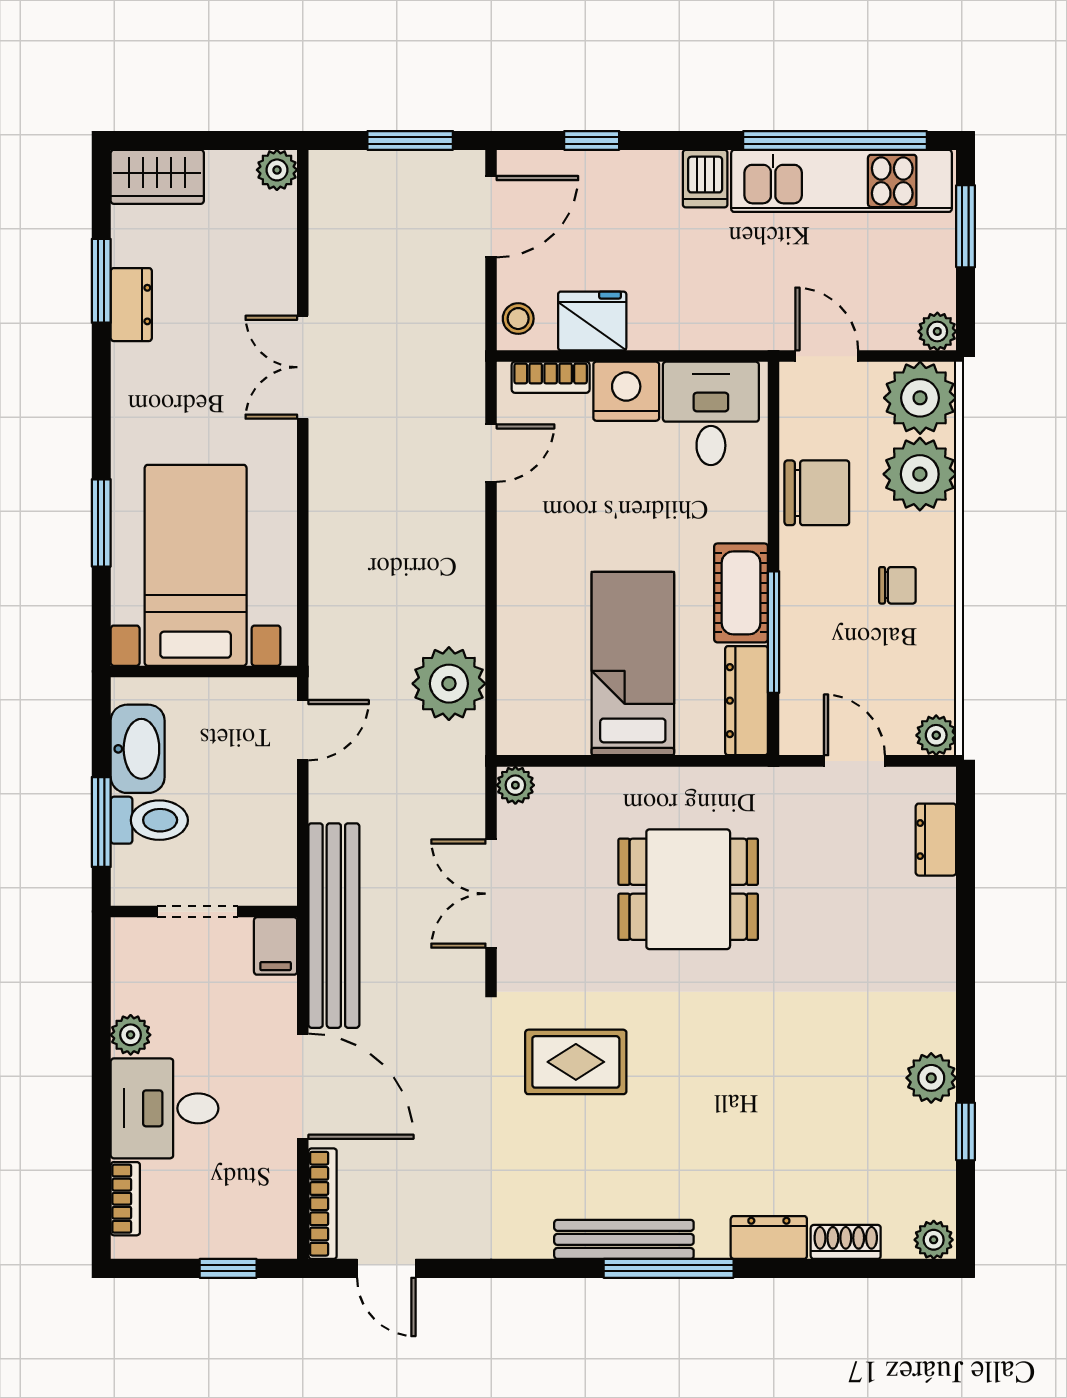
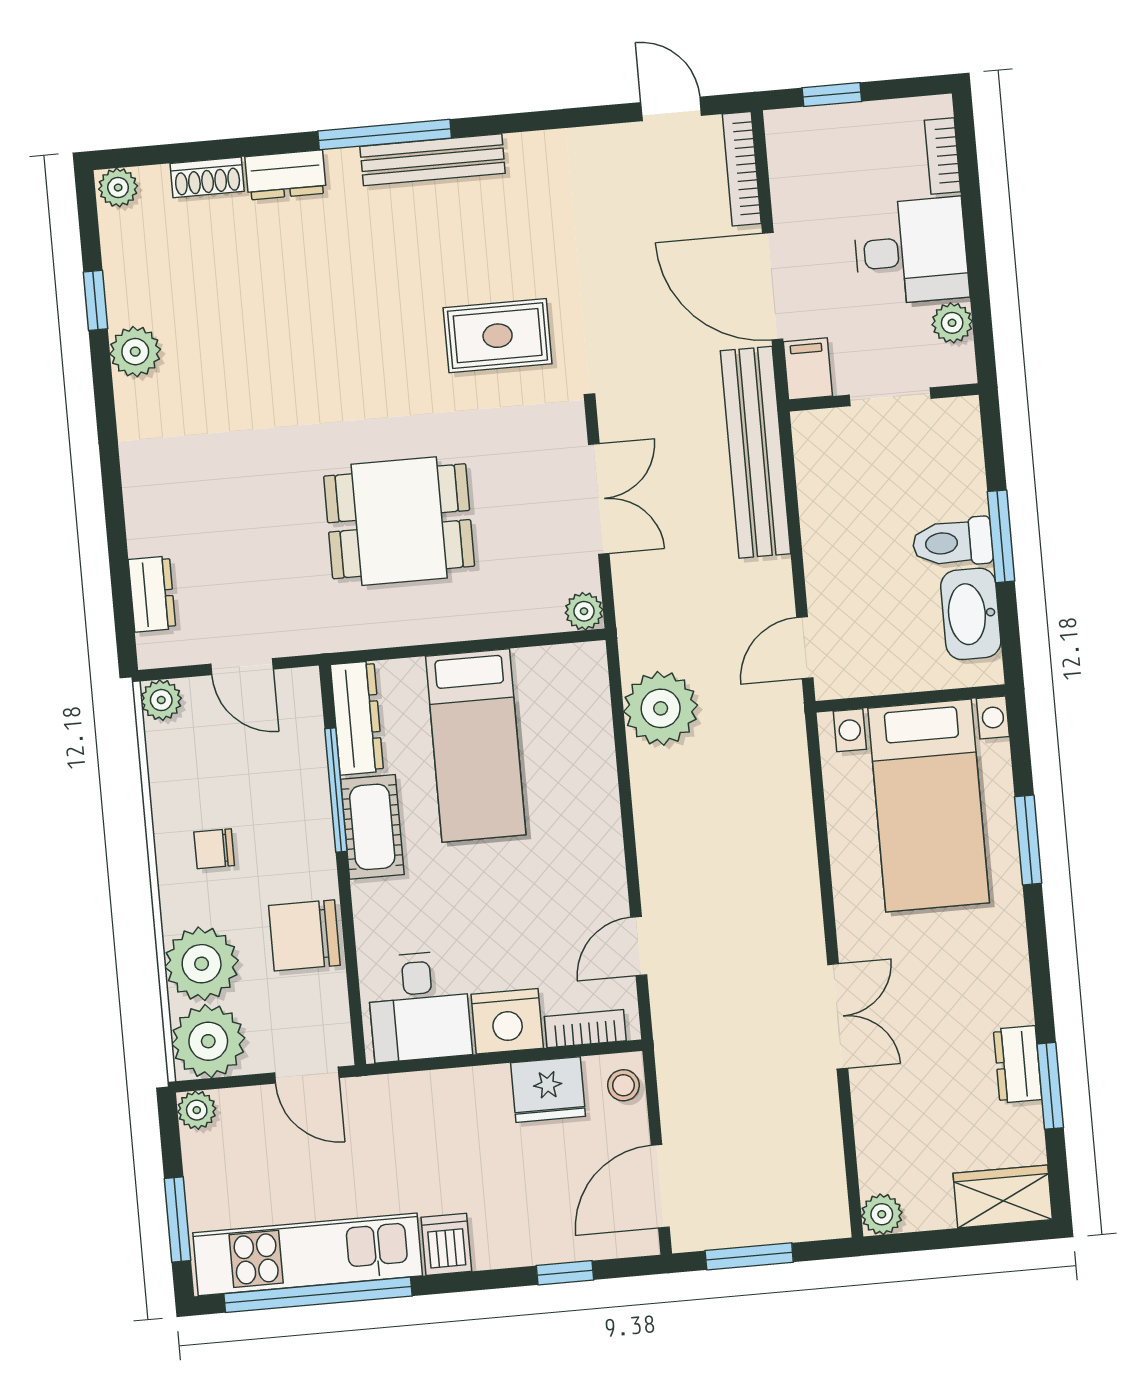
doorway: (197, 912) -> (890, 397), moved
wall: (204, 912) -> (884, 397), moved
filing cabinet: (276, 946) -> (808, 369), moved

